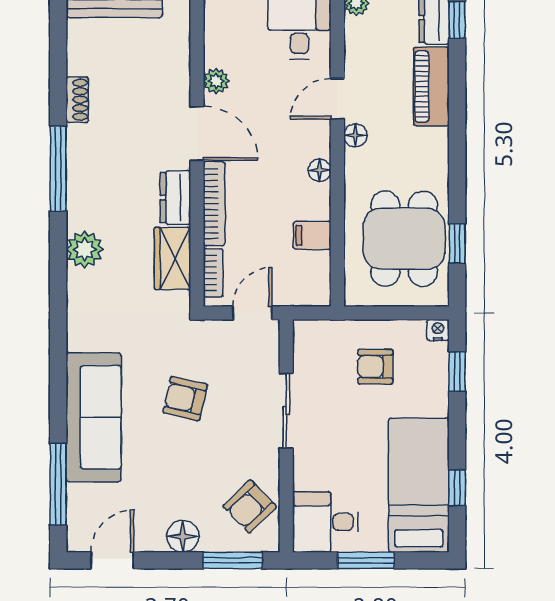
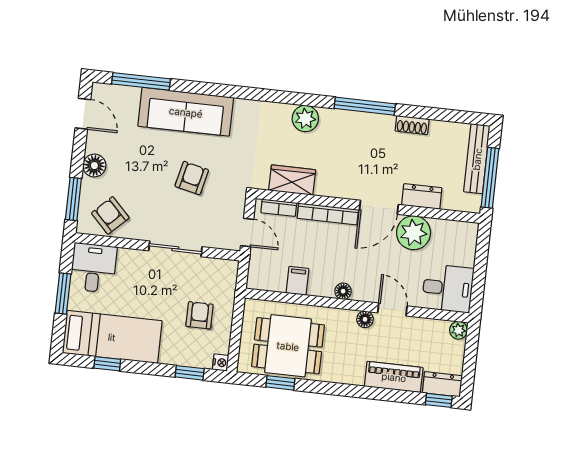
plant: (216, 81) -> (414, 233), width x1.88, depth x1.88
dresser: (175, 198) -> (422, 196), moved

